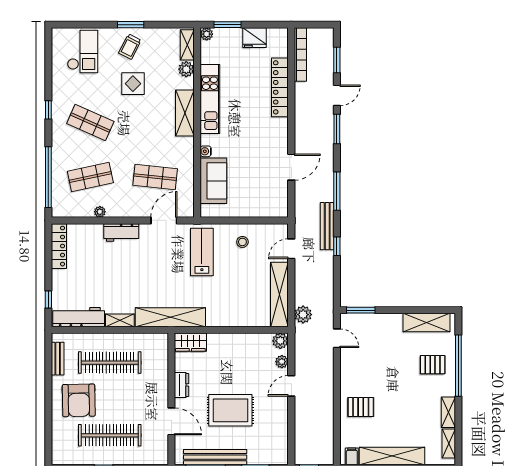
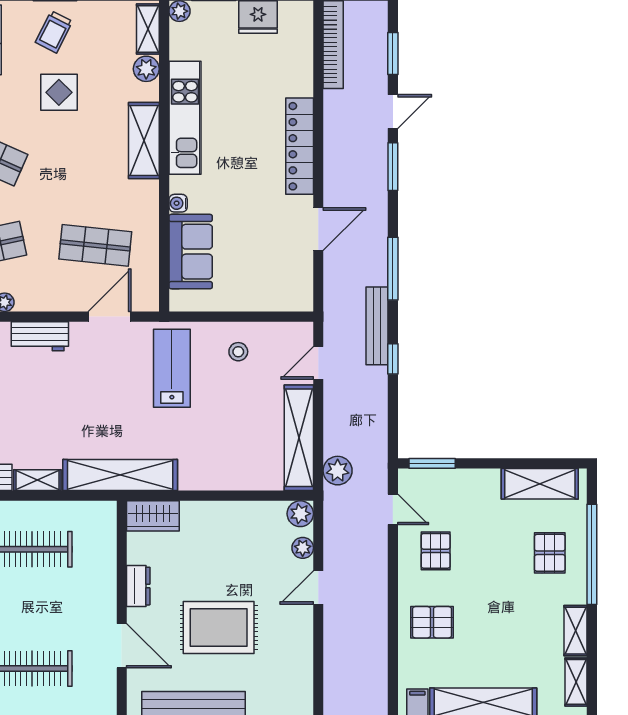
locker: (280, 87) -> (300, 146), moved
pallet: (363, 363) -> (436, 551), added
pallet: (433, 365) -> (550, 553), turned 90

